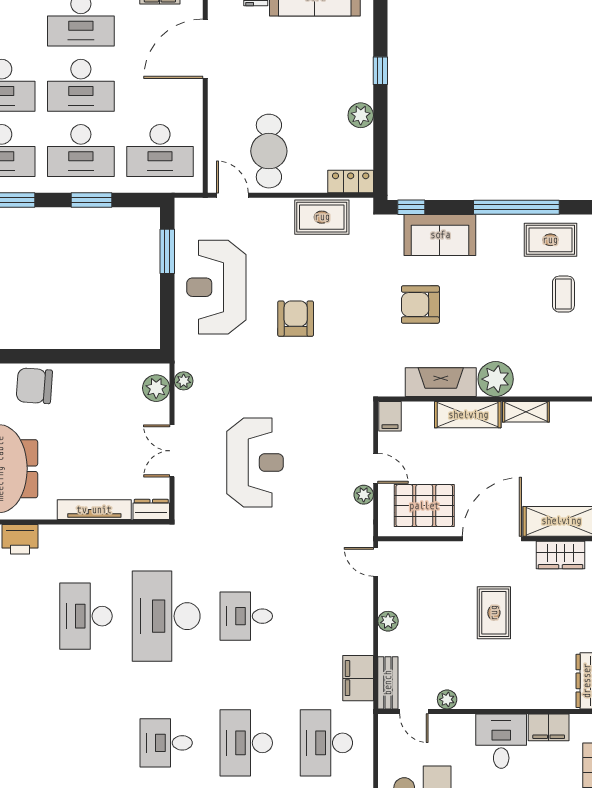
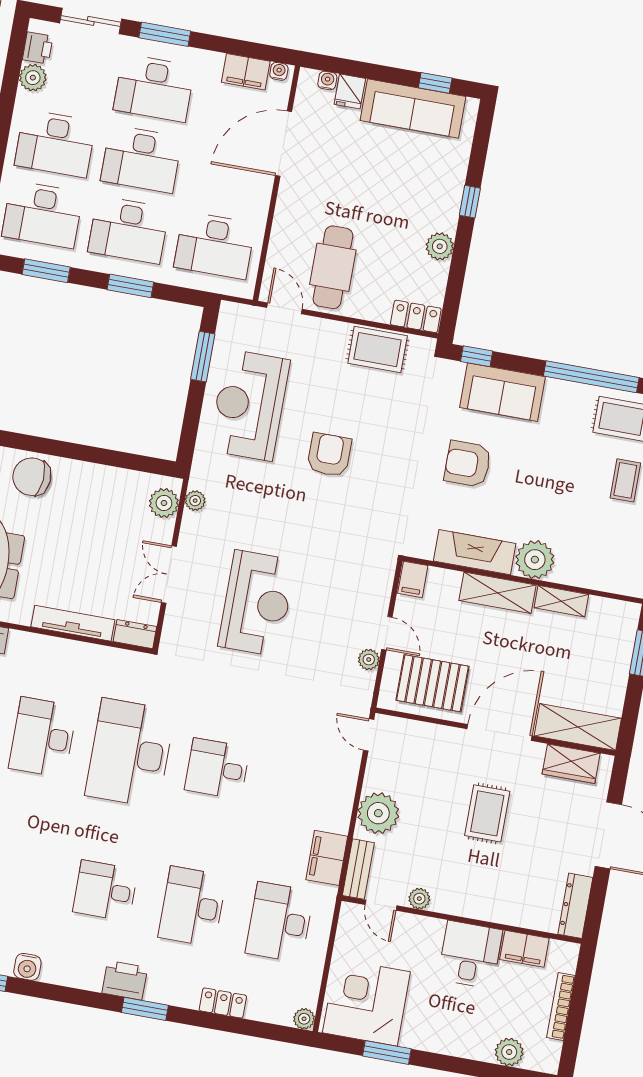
plant: (388, 621) -> (378, 813), width x1.87, depth x1.87

